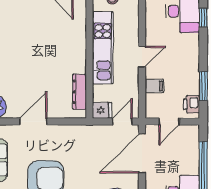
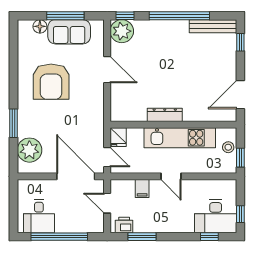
dresser: (79, 92) -> (165, 115), moved

